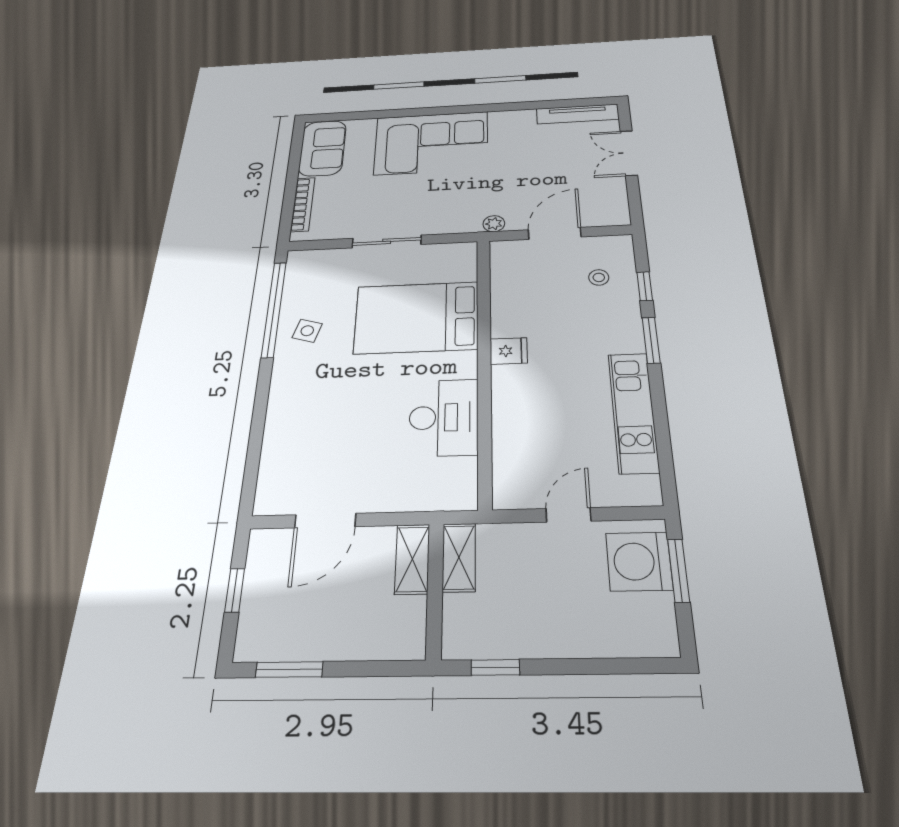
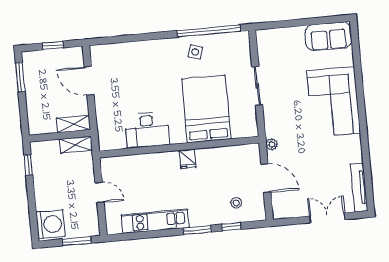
bookcase: (303, 204) -> (283, 33), removed
washing machine: (639, 561) -> (51, 224), moved, turned 90

